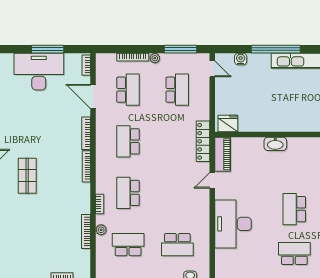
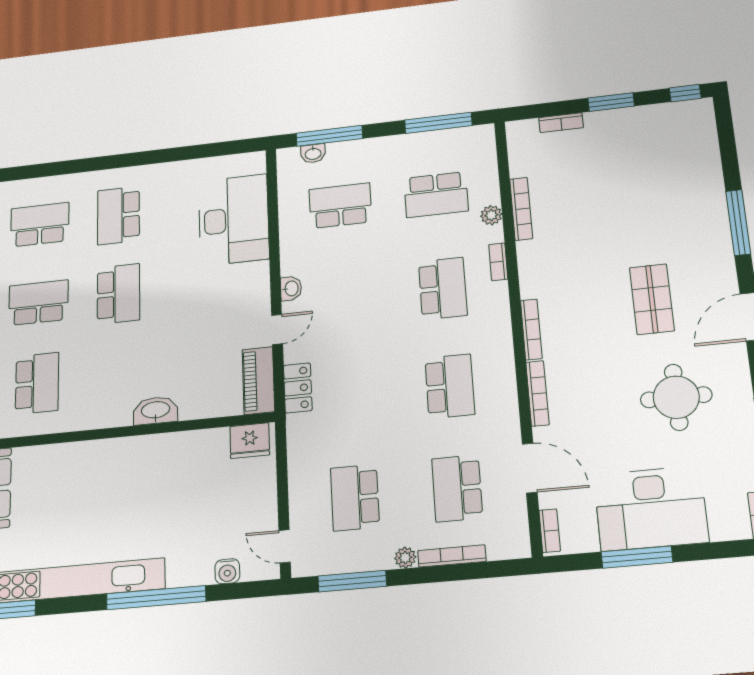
round table: (21, 125) -> (676, 397), added
locker: (203, 141) -> (298, 388), width x0.66
washbasin: (204, 202) -> (291, 288), added
desk: (233, 224) -> (234, 220), moved
school desk: (294, 253) -> (118, 216), turned 90

